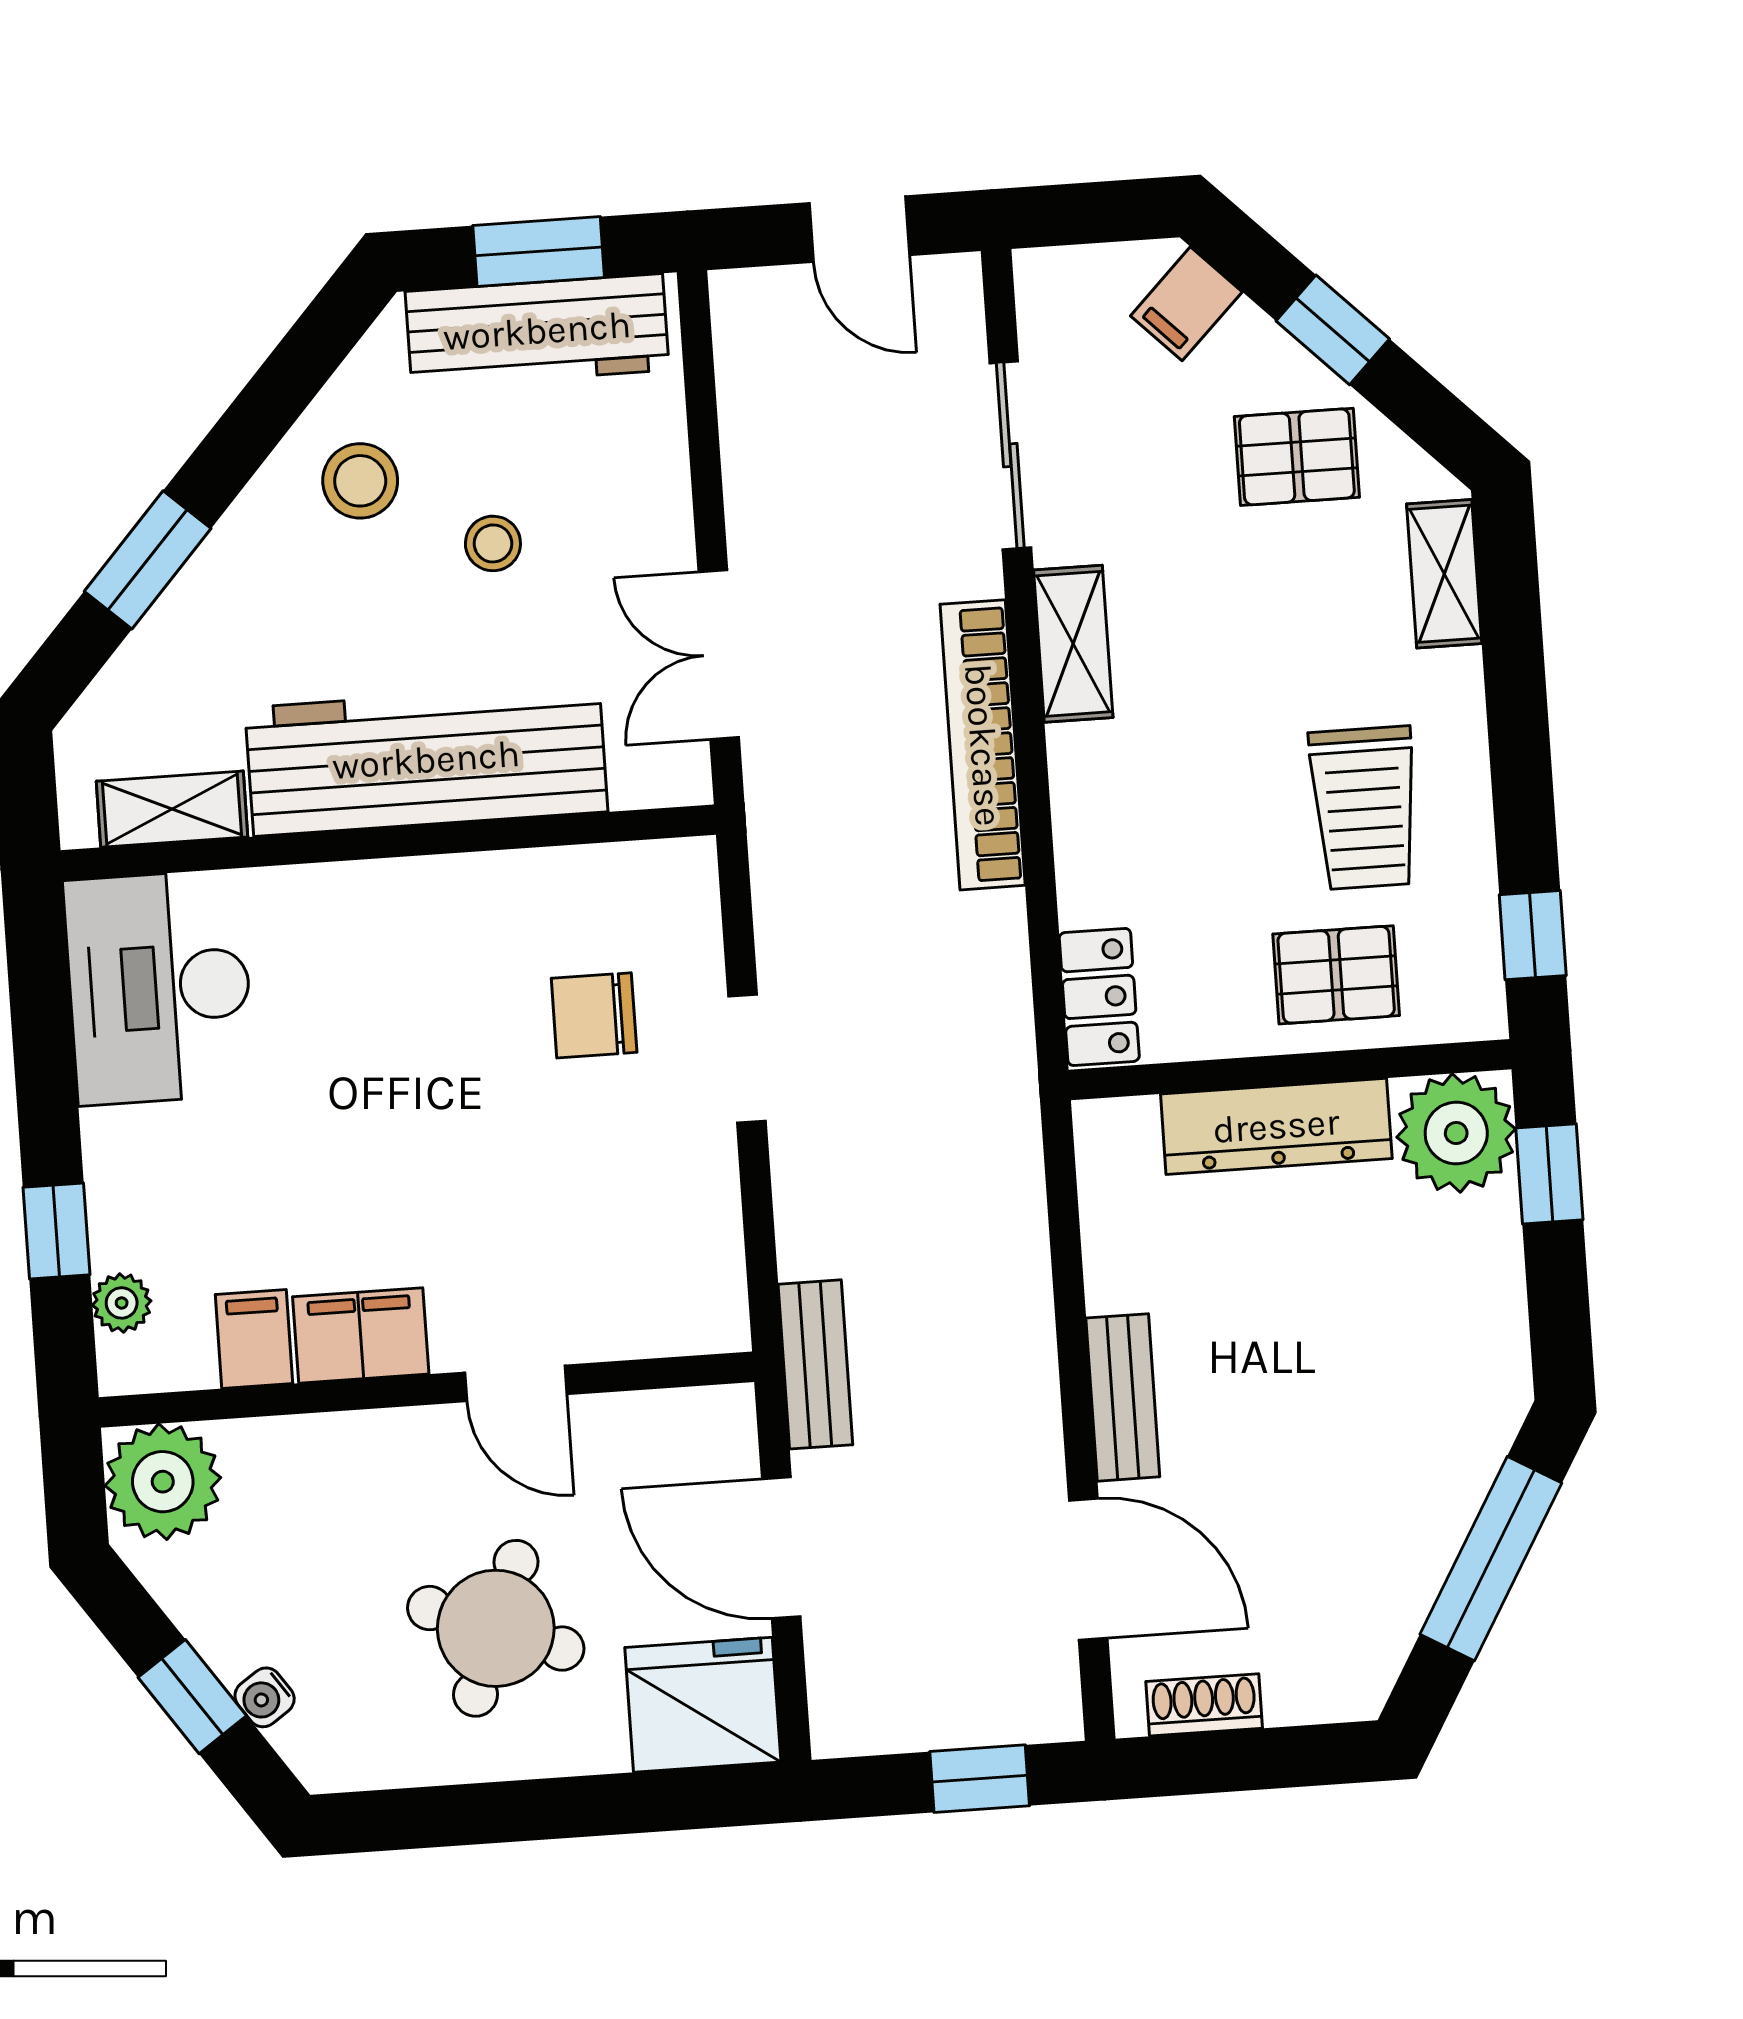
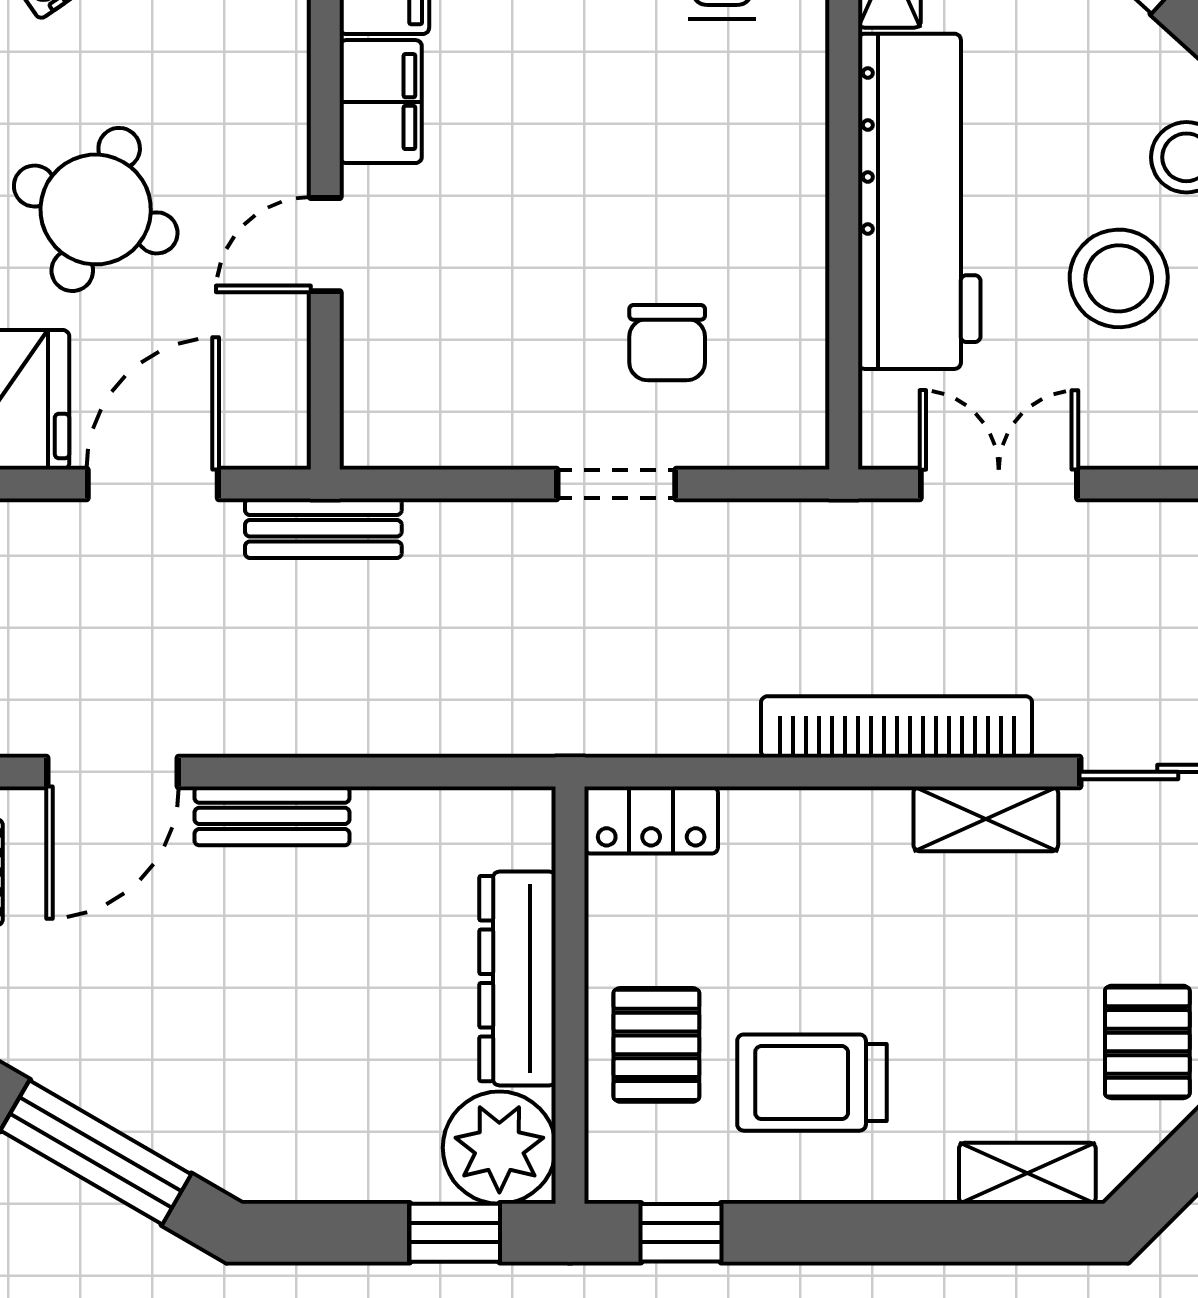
stool: (493, 543) -> (1119, 278), width x1.89, depth x1.89
chair: (594, 1015) -> (667, 343), turned 180

